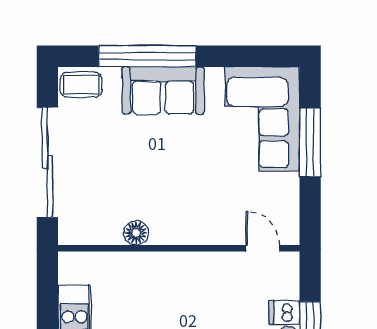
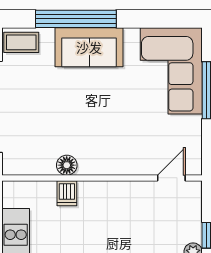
door: (262, 248) -> (171, 178), hinge flipped
dishwasher: (284, 313) -> (67, 193), moved, turned -90

